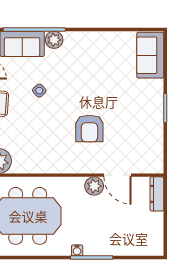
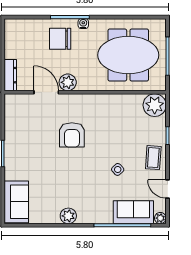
plant: (54, 40) -> (68, 216), moved
armchair: (89, 128) -> (72, 135), turned 180
chair: (102, 234) -> (60, 39), added

